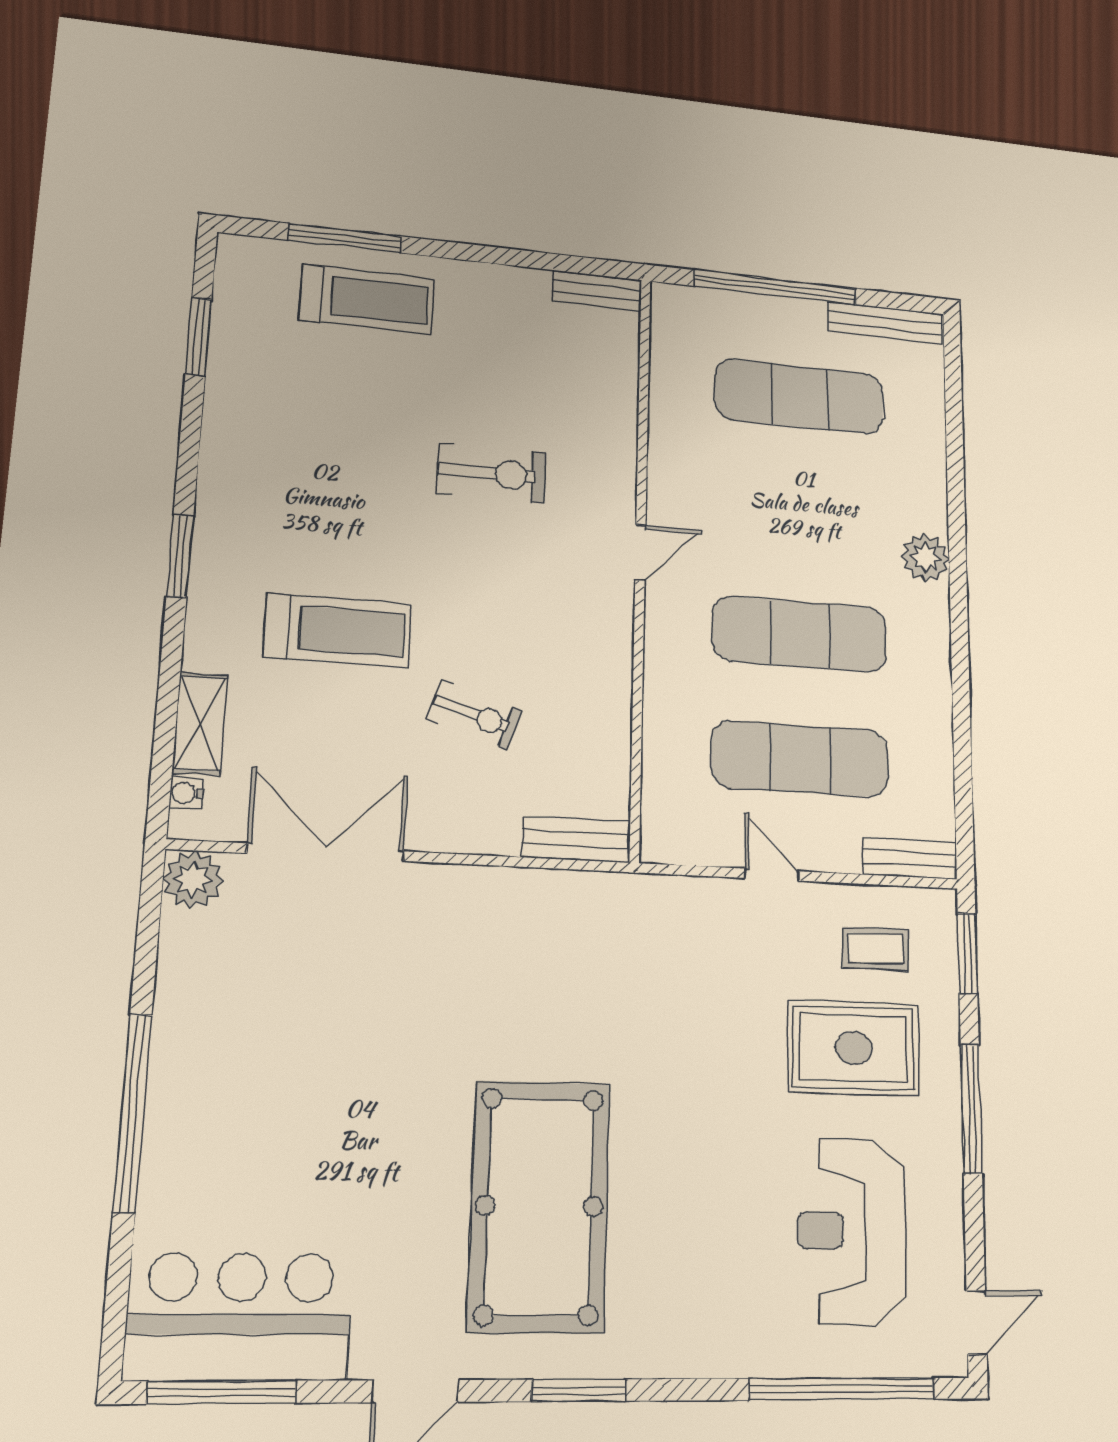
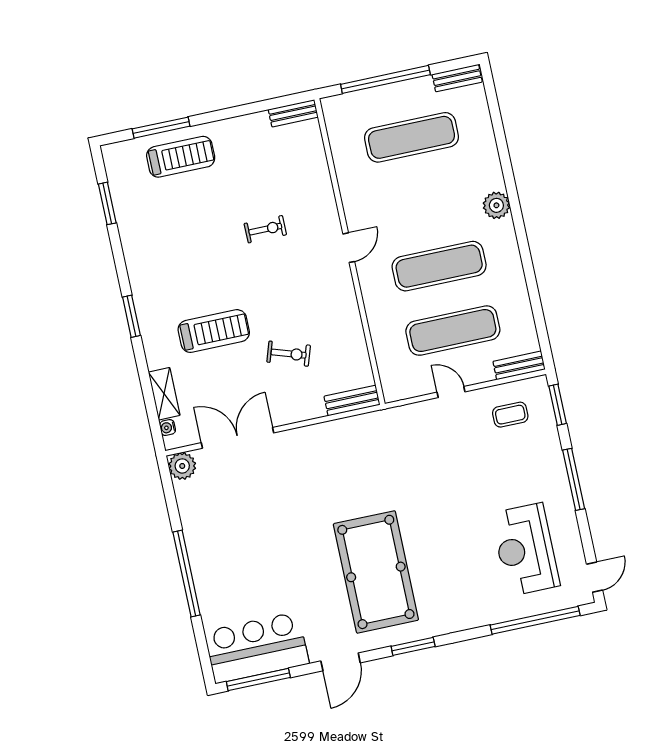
bench: (885, 323) -> (457, 78), width x0.73
exercise bike: (492, 473) -> (265, 229), width x0.73, depth x0.72
rug: (854, 1048) -> (509, 465), removed

